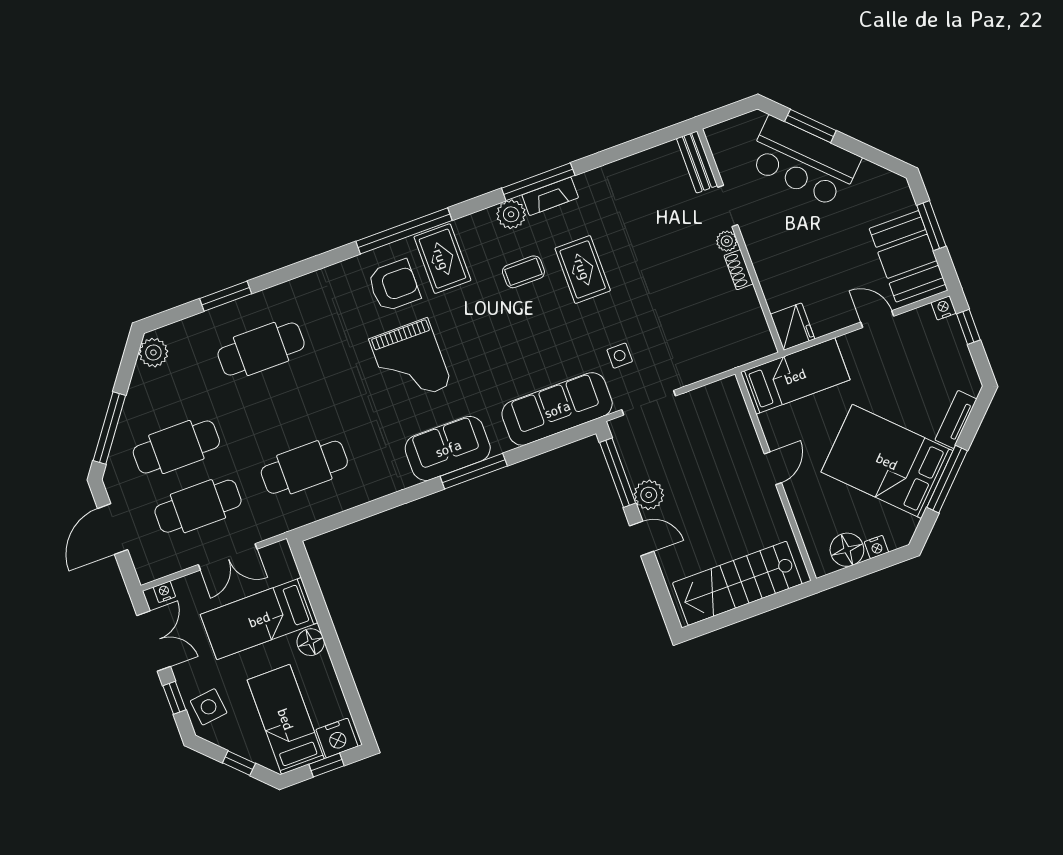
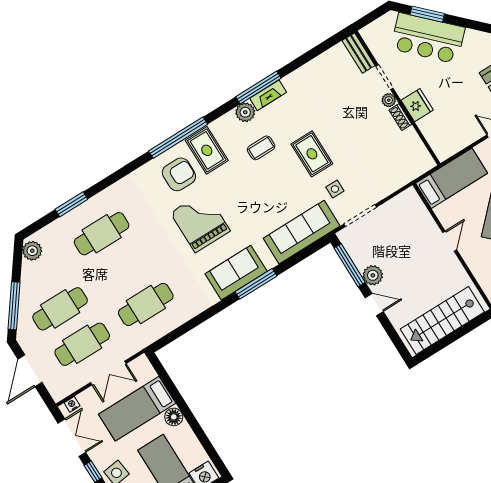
rug: (583, 269) -> (312, 154), moved
fridge: (793, 327) -> (417, 105), moved
grand piano: (410, 362) -> (200, 222), turned 180

